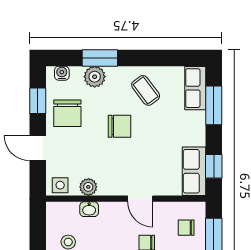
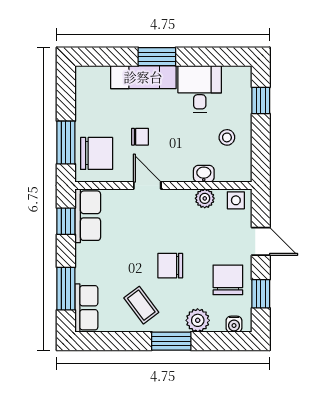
window: (100, 58) -> (171, 341), moved
chair: (186, 228) -> (97, 153), width x1.87, depth x1.87

